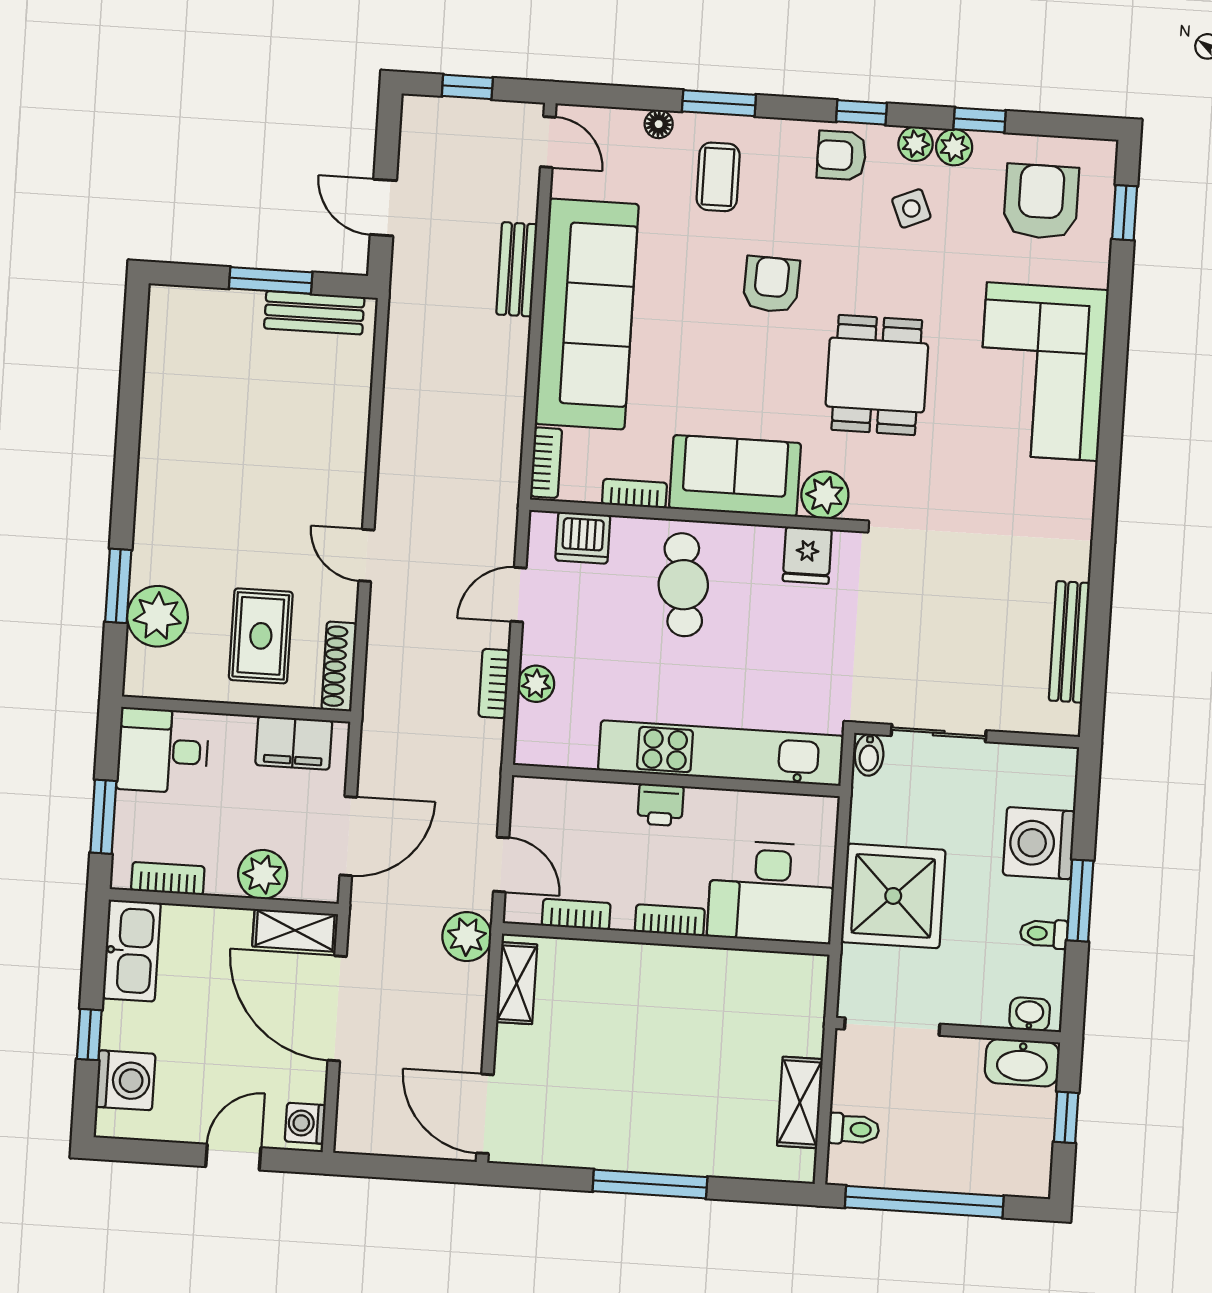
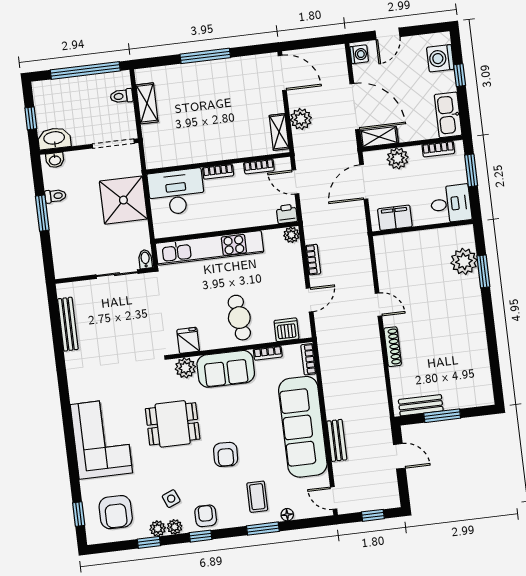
armchair: (841, 155) -> (206, 516), turned -90
dining table: (877, 375) -> (173, 424), turned 90
rug: (261, 636) -> (418, 261), removed
shoe rack: (339, 666) -> (393, 347), moved
plant: (536, 684) -> (291, 235), moved
printer: (661, 805) -> (287, 214), moved
washing machine: (1039, 843) -> (65, 235), removed
plant: (467, 937) -> (301, 119), moved

